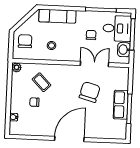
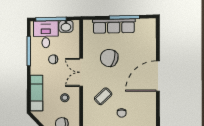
double door: (94, 64) -> (81, 72), moved
coffee table: (41, 82) -> (103, 96), moved
row of seats: (121, 105) -> (114, 26), width x1.48
door: (69, 139) -> (158, 76), hinge flipped

